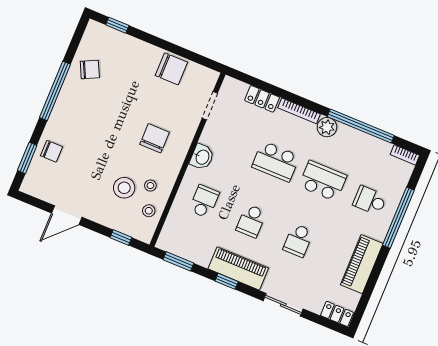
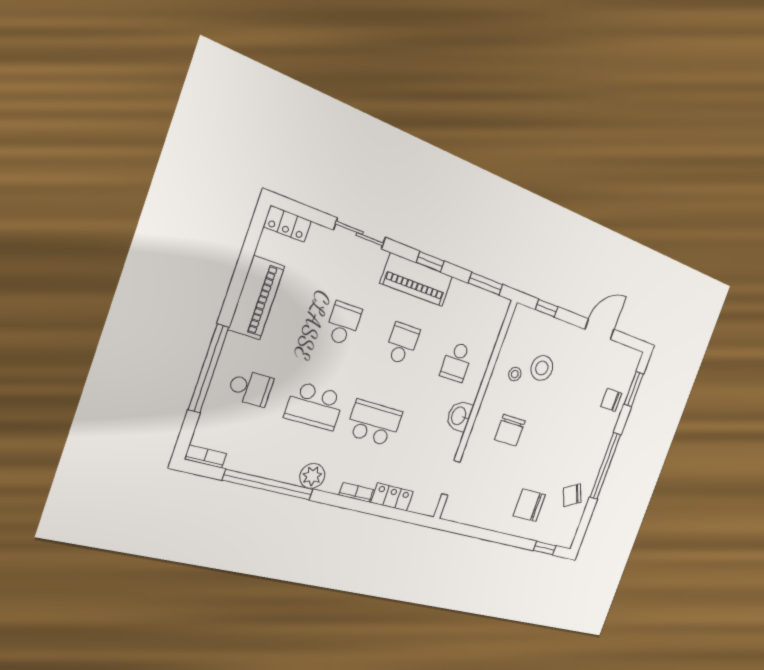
chair: (171, 69) -> (529, 505), moved
bookcase: (299, 111) -> (356, 492), width x0.64
stool: (149, 211) -> (517, 344), removed

